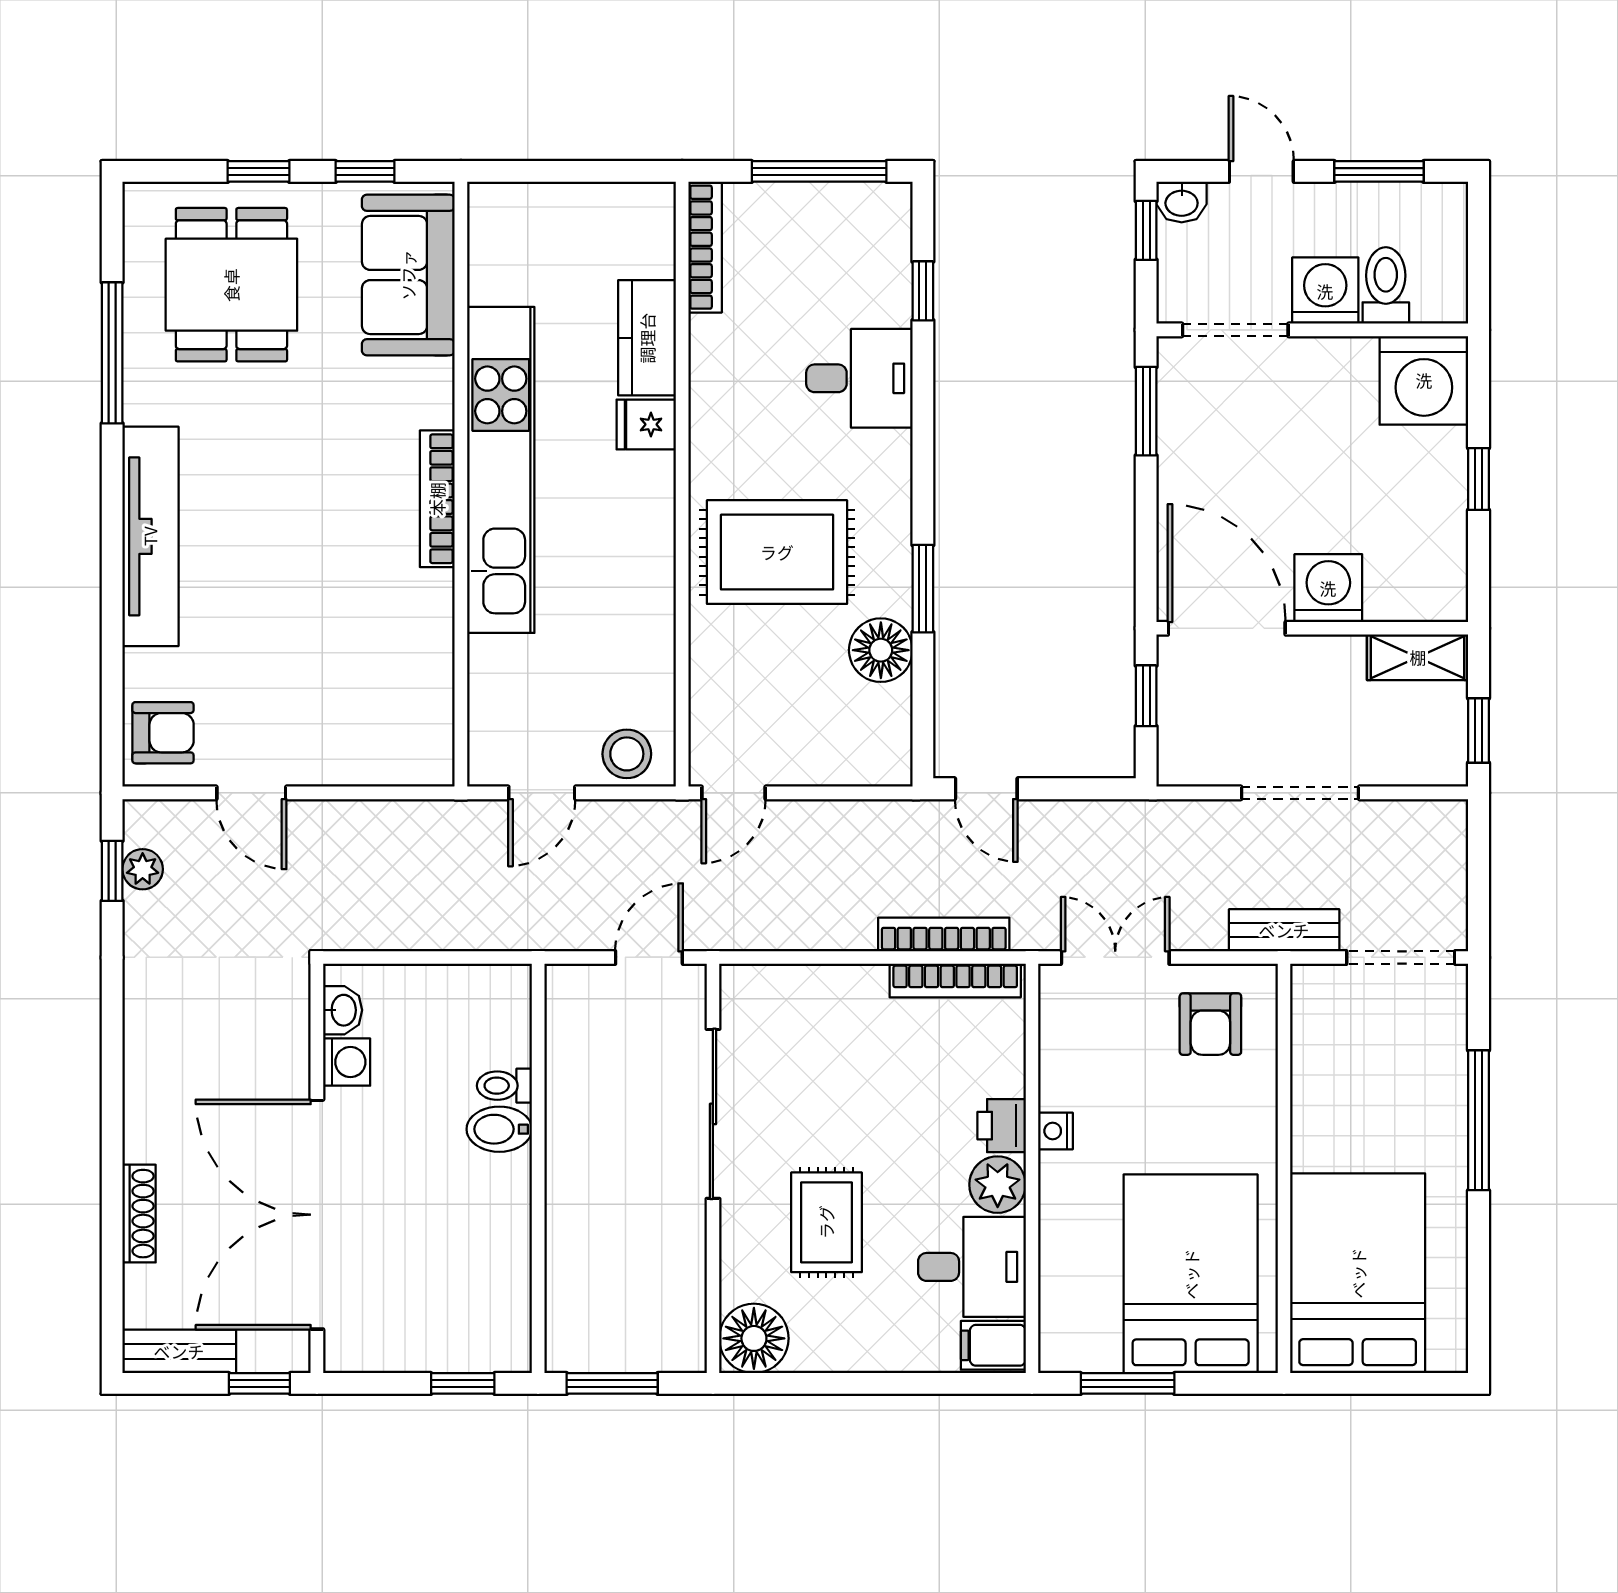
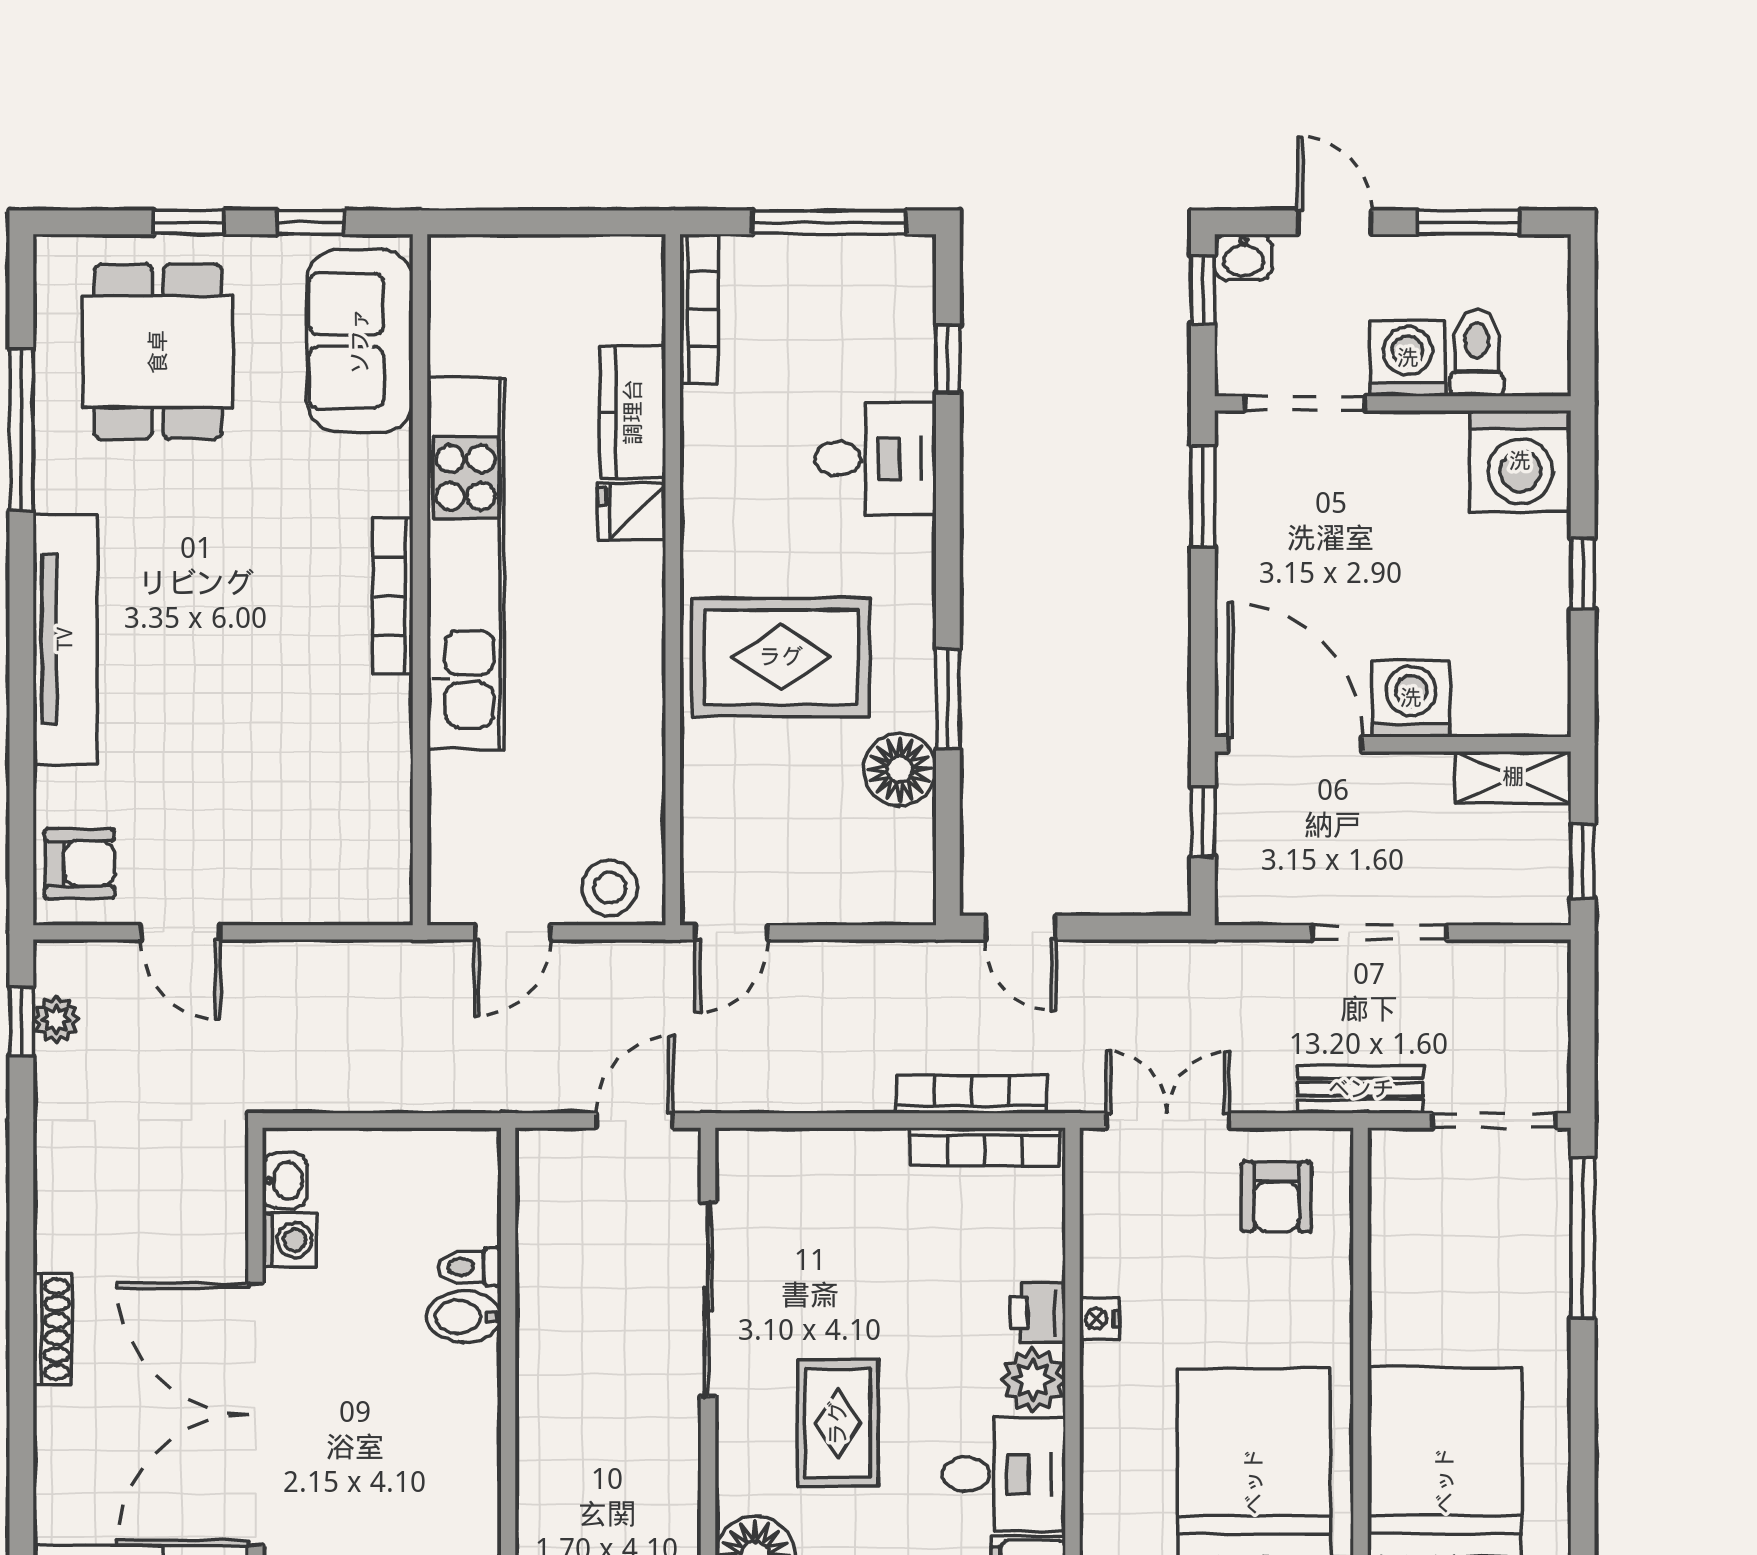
window: (1478, 1120) -> (1583, 1238), moved
shoe rack: (139, 1214) -> (52, 1329), moved

